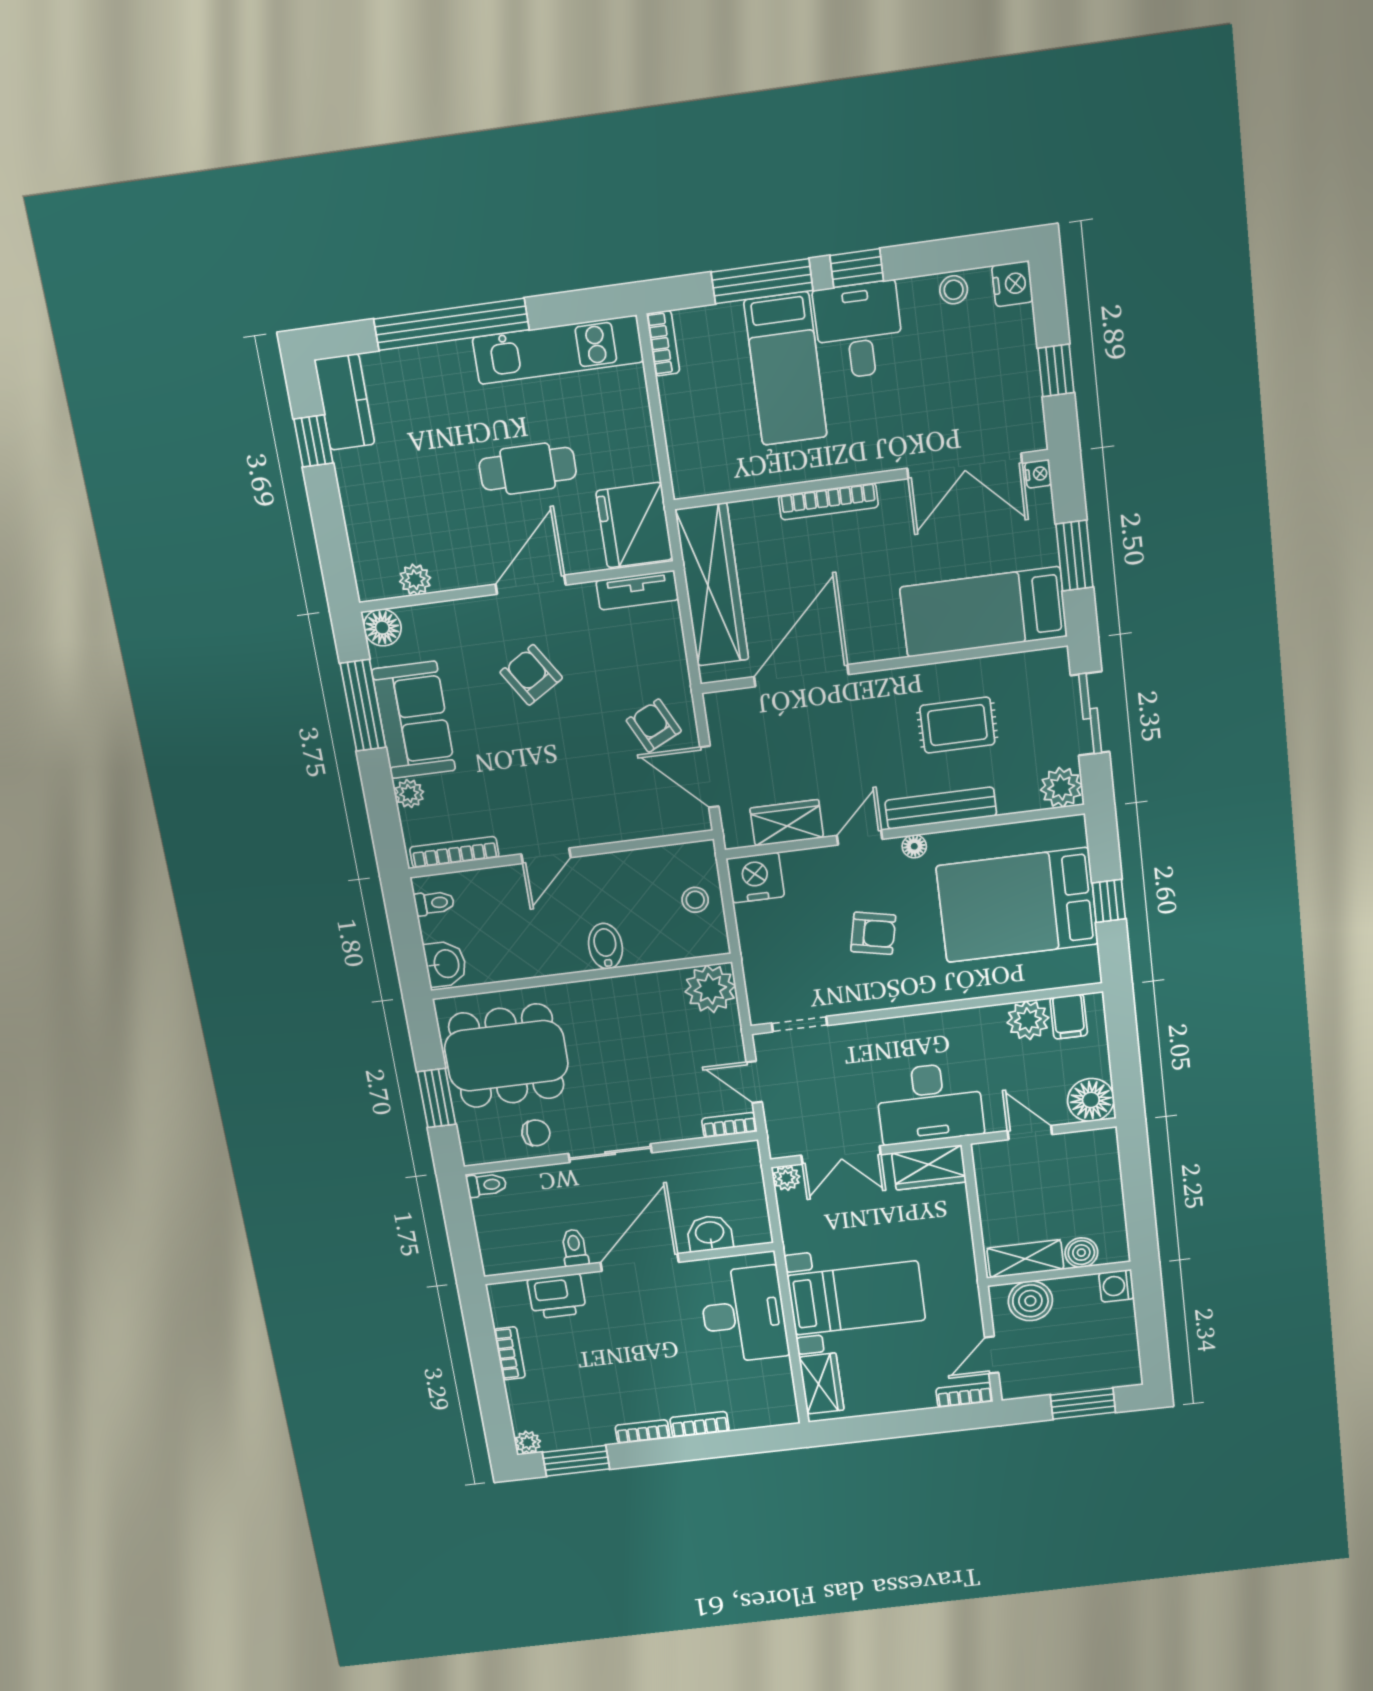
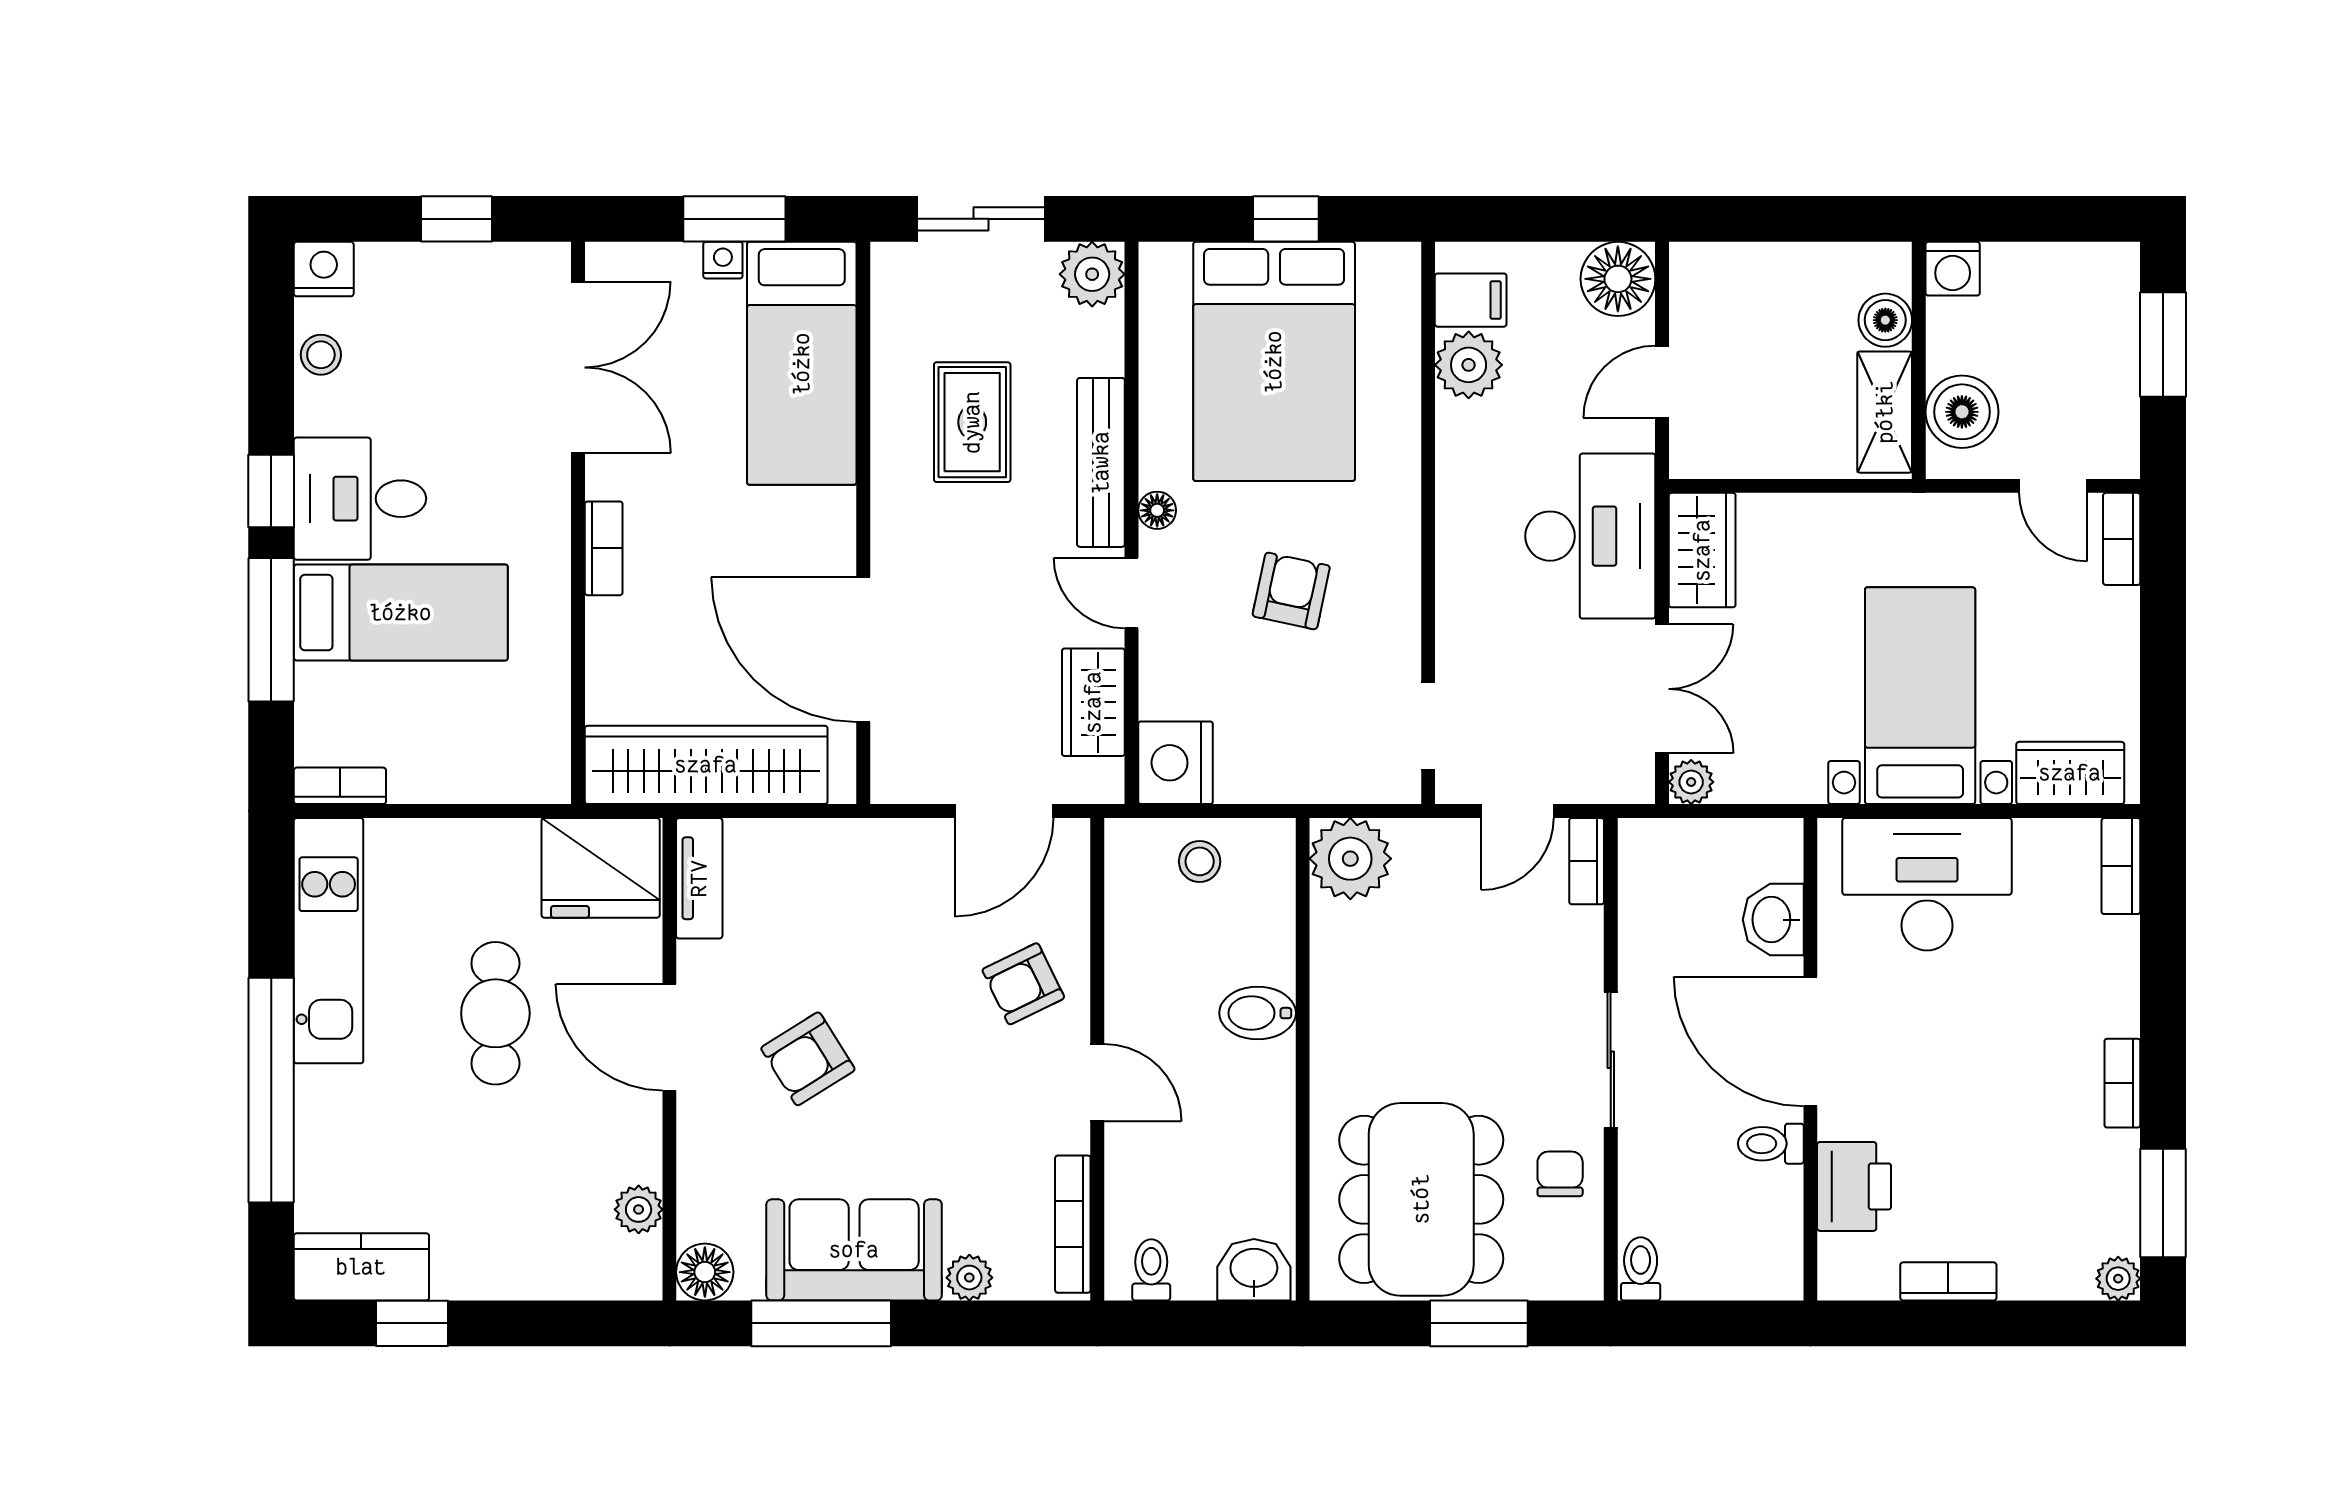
nightstand: (1038, 474) -> (723, 260), moved
bookcase: (828, 501) -> (604, 548), width x0.64
armchair: (654, 726) -> (1023, 984), moved
bookcase: (700, 1424) -> (2121, 866), moved

